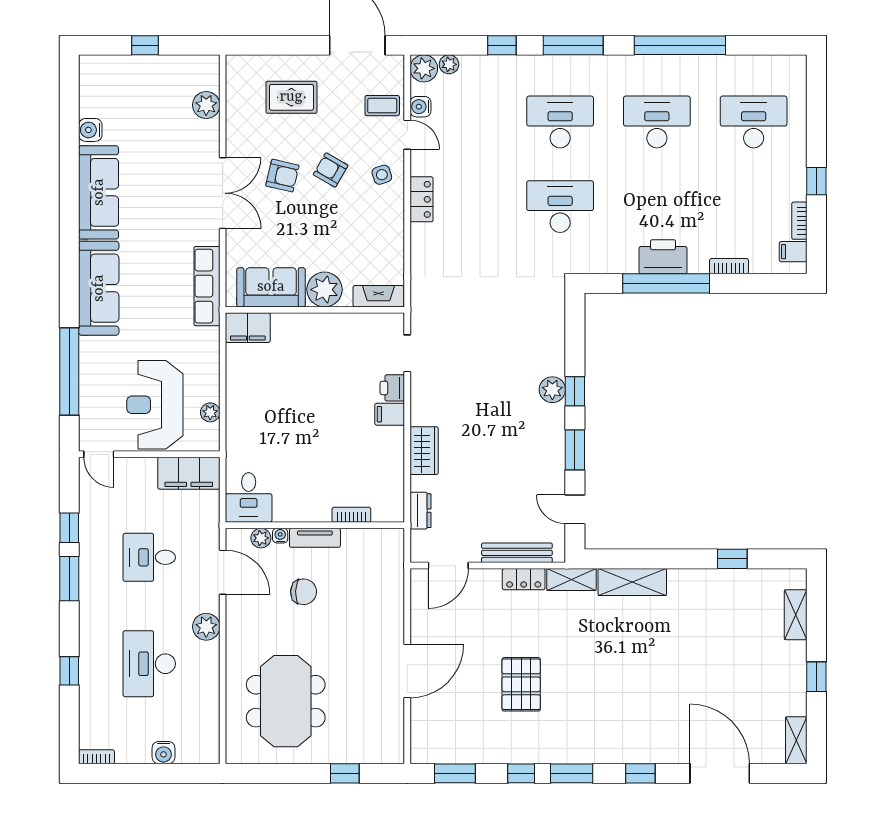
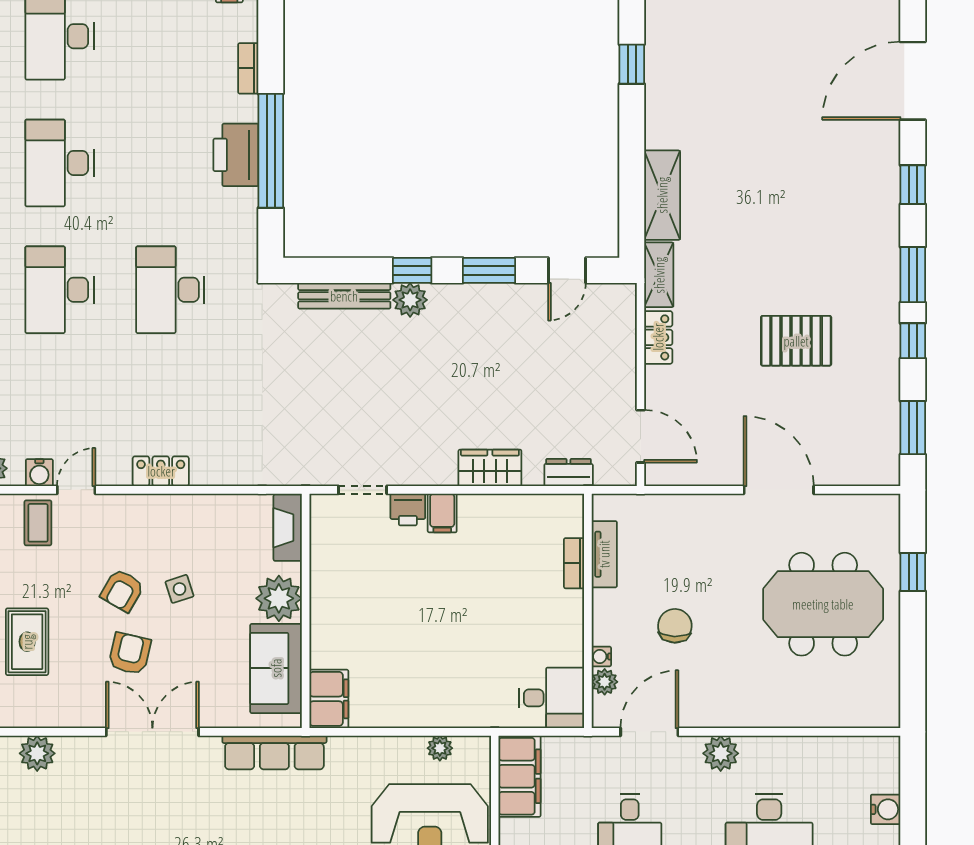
side table: (382, 175) -> (180, 589), moved
tv unit: (315, 538) -> (604, 554), moved
bench: (517, 553) -> (344, 296), moved, turned 90
meeting table: (286, 701) -> (823, 604), moved

